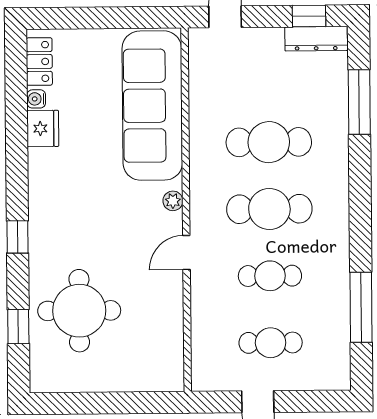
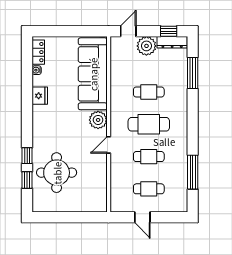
plant: (263, 47) -> (146, 46), added
fridge: (43, 128) -> (40, 96), moved
cafe table: (269, 142) -> (149, 92), width x0.73, depth x0.74
plant: (173, 201) -> (98, 120), width x1.88, depth x1.88
window: (18, 237) -> (27, 156), moved

